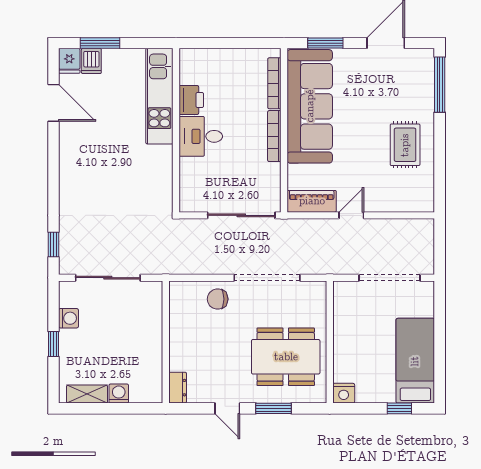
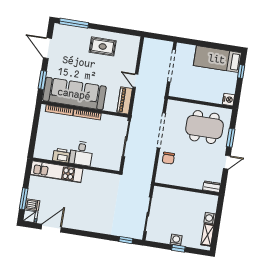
washing machine: (68, 318) -> (176, 240), moved
dining table: (286, 357) -> (204, 127), turned 90

